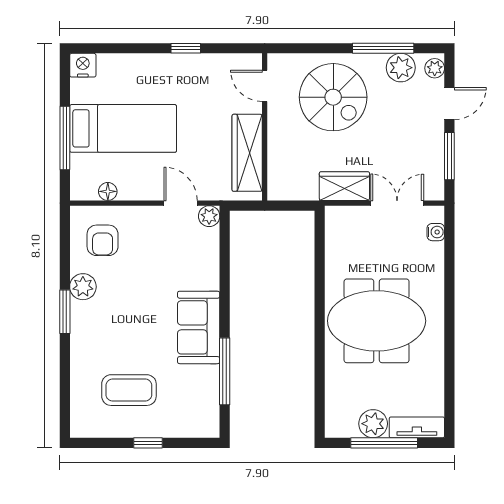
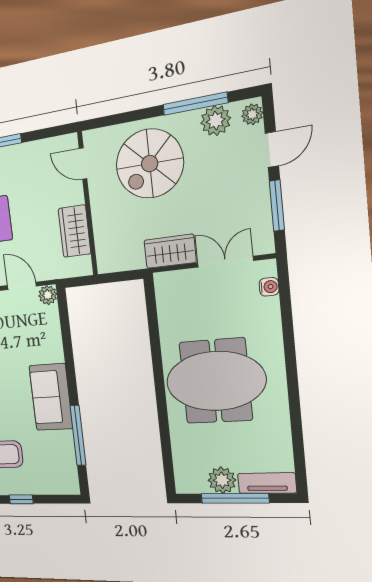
spiral stairs: (333, 97) -> (150, 164), turned 90
wardrobe: (247, 153) -> (74, 231), width x0.67

